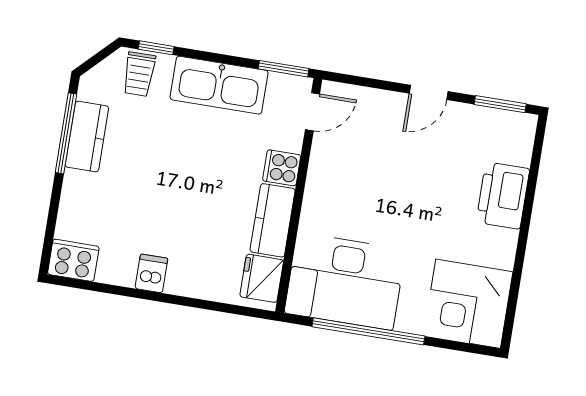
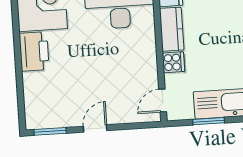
window: (284, 69) -> (209, 121), moved
printer: (503, 195) -> (34, 52), moved

